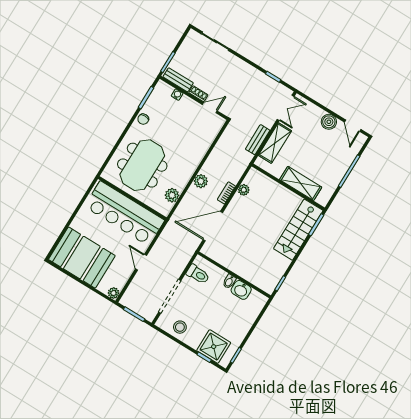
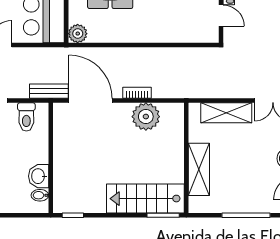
bench: (258, 140) -> (49, 91), moved
plant: (201, 181) -> (132, 56), removed
plant: (244, 190) -> (146, 117), width x1.87, depth x1.87
plant: (172, 195) -> (78, 34), moved
bidet: (229, 281) -> (40, 195), moved

